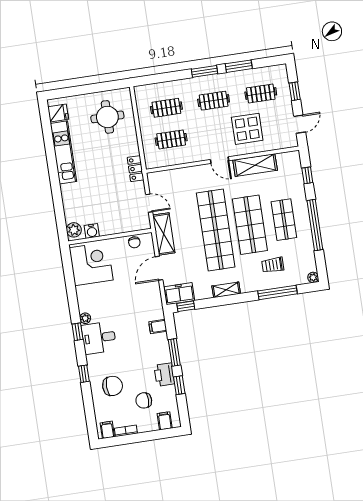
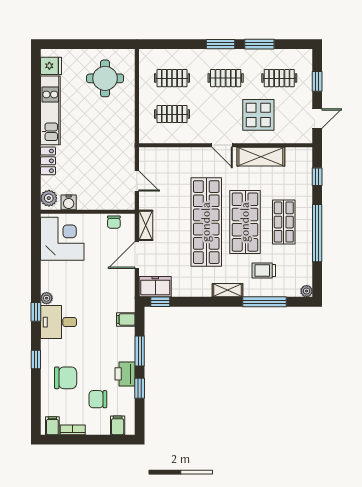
locker: (136, 169) -> (48, 161), moved, turned 180
shelving: (164, 234) -> (146, 225), width x0.67, depth x0.75
shelving: (226, 290) -> (227, 290), moved

